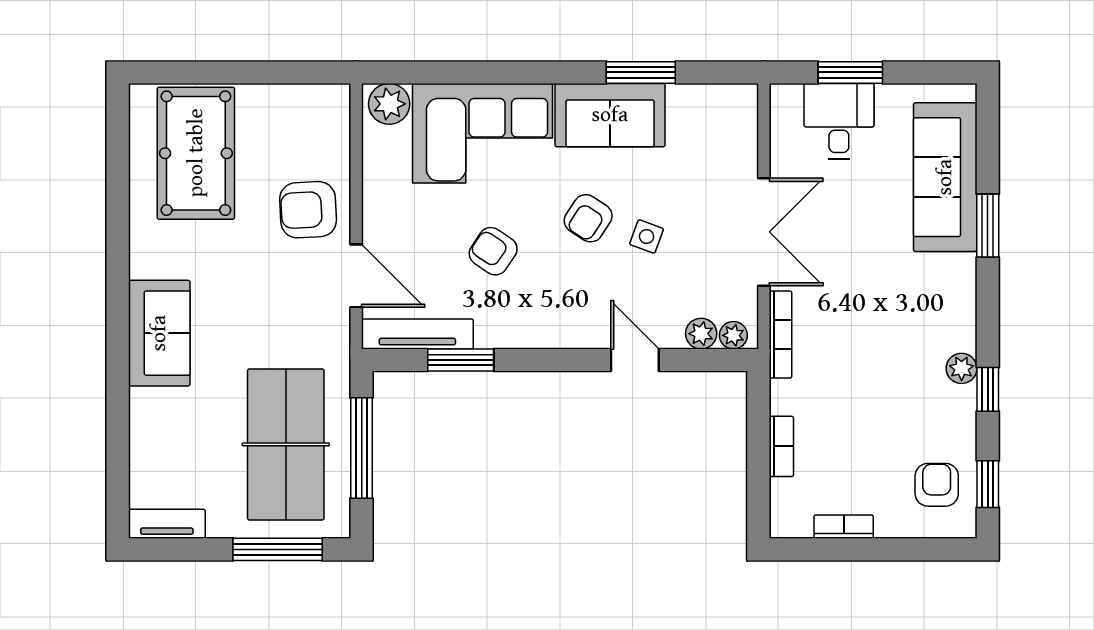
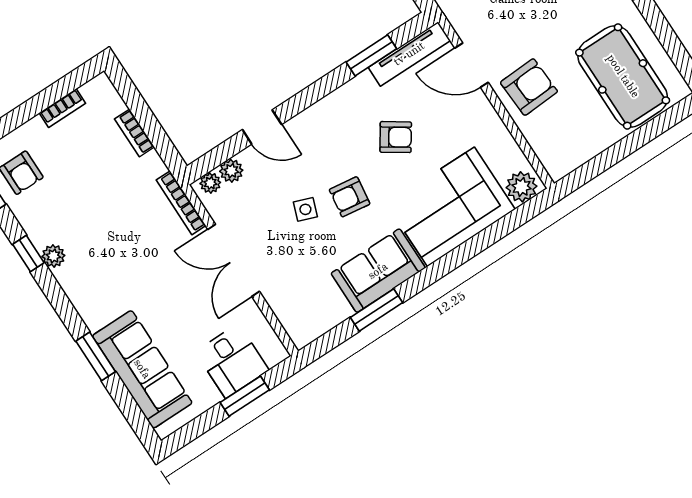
armchair: (588, 218) -> (350, 197), turned -115

